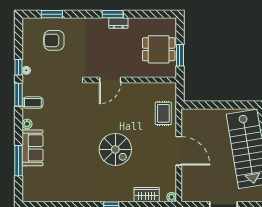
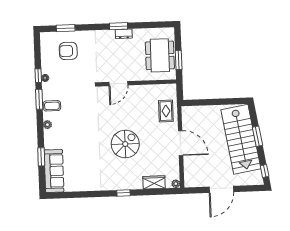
dining table: (159, 49) -> (160, 55), width x1.38
sofa: (33, 148) -> (54, 171), moved, width x1.36
spiral stairs: (115, 149) -> (125, 144), turned -90
window: (19, 161) -> (41, 157), width x0.69

